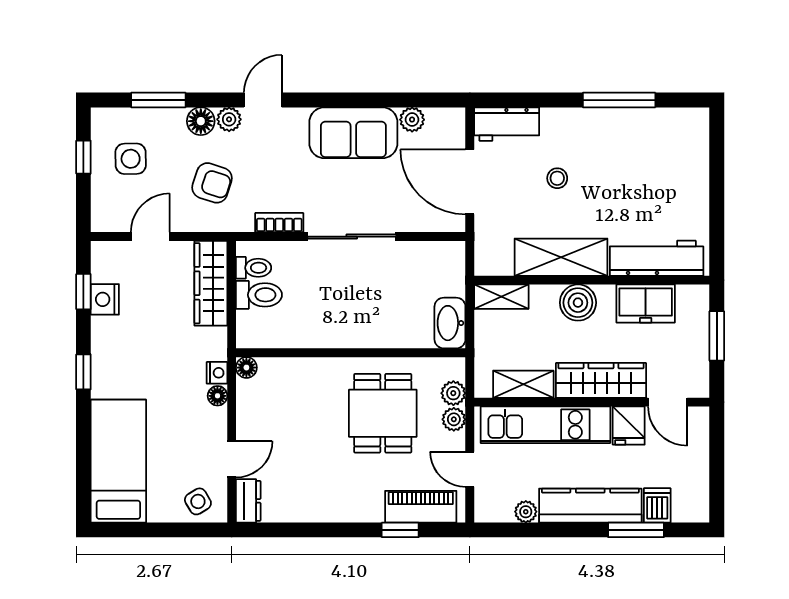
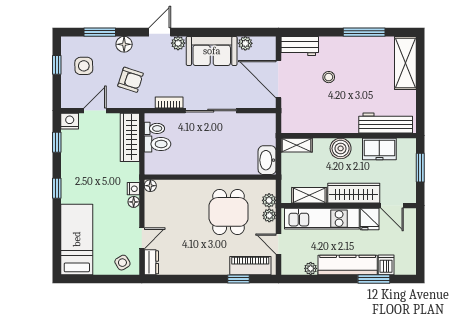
plant: (229, 119) -> (178, 43), moved
shelving: (561, 257) -> (405, 63), moved, turned 90
nightstand: (105, 299) -> (70, 121), moved, turned 90

